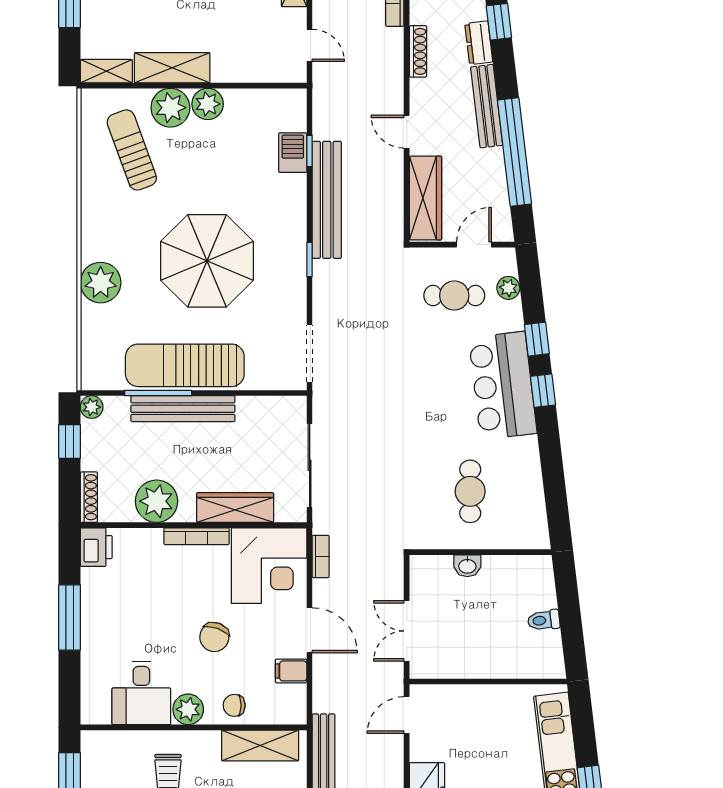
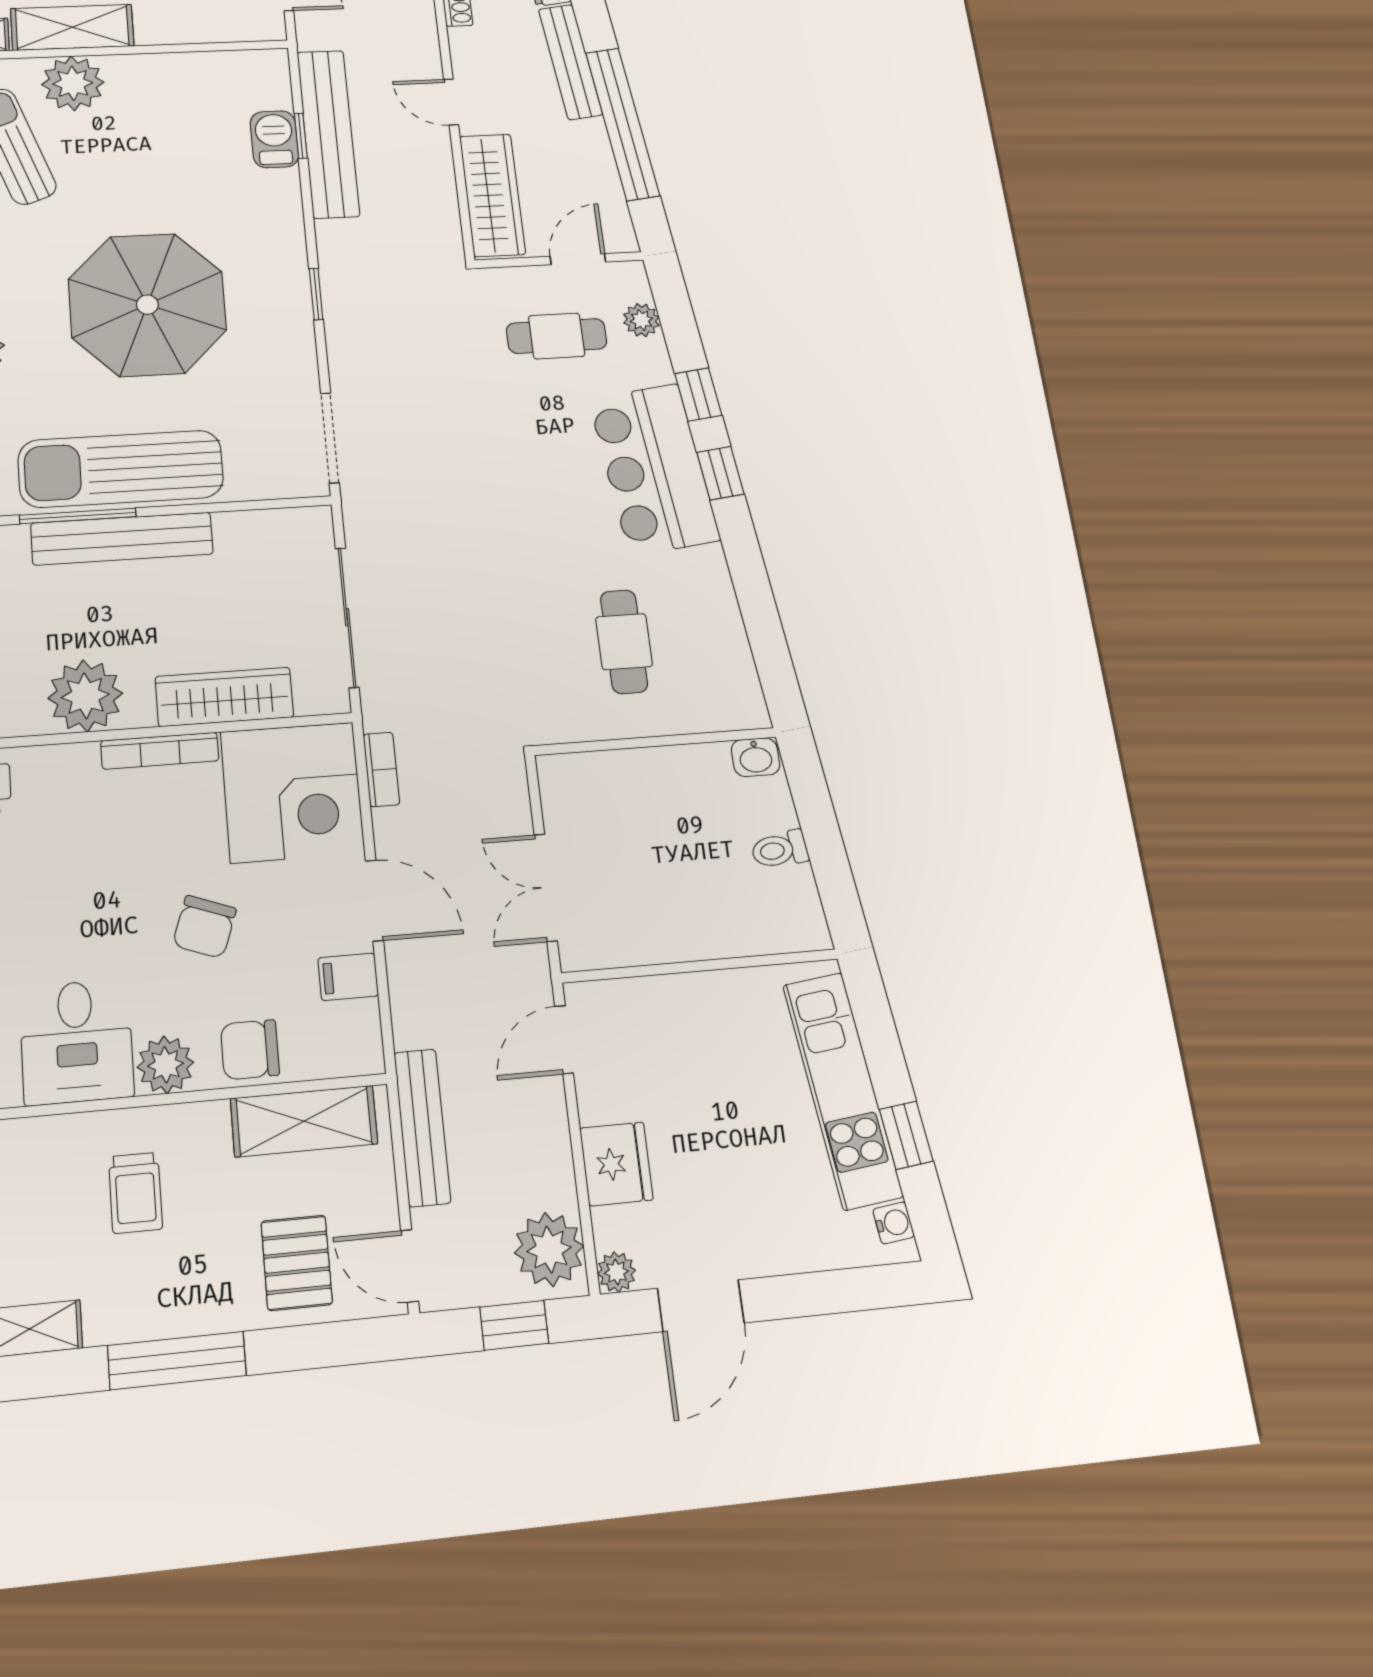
plant: (208, 104) -> (132, 76), removed
bench: (327, 200) -> (328, 134), moved
washbasin: (467, 566) -> (756, 757), moved
chair: (234, 705) -> (250, 1050), width x1.37, depth x1.37

